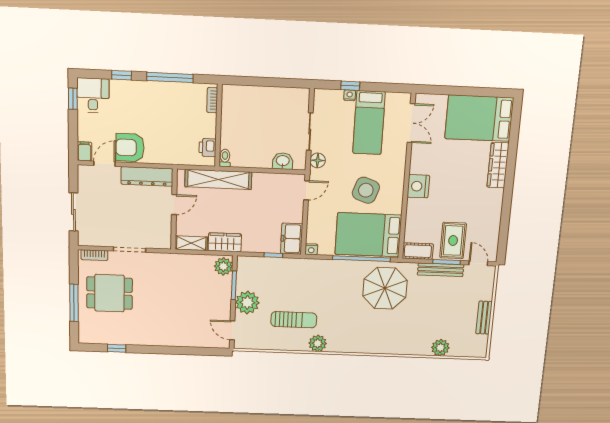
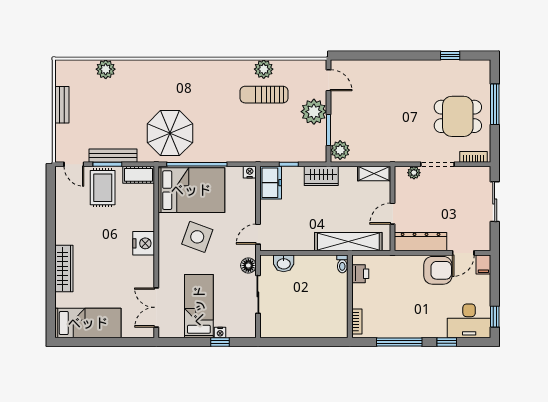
desk: (93, 95) -> (469, 321), width x1.37
bed: (479, 118) -> (88, 323), width x0.67
wardrobe: (225, 242) -> (321, 176), moved
plant: (153, 243) -> (414, 173), added
plant: (318, 343) -> (264, 69), moved

